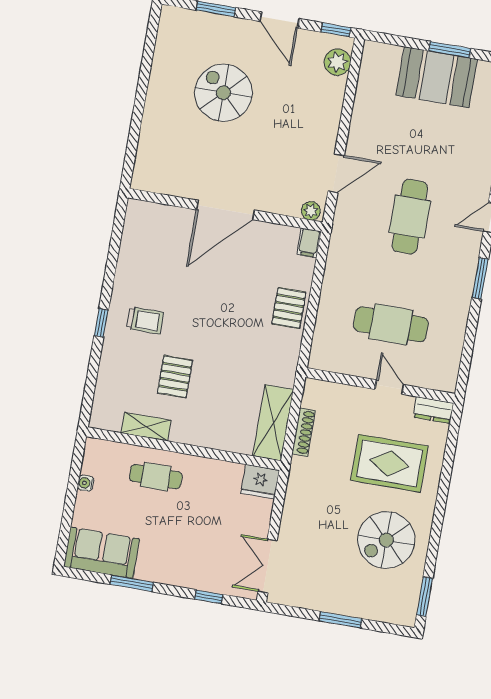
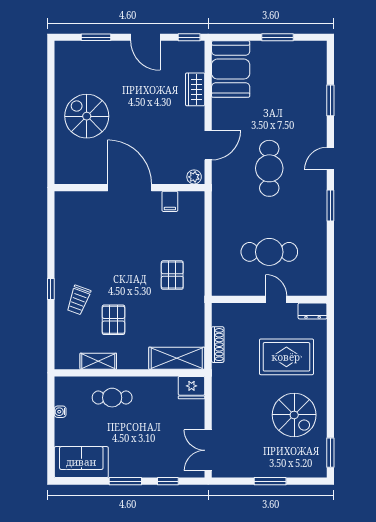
plant: (337, 62) -> (195, 61), removed
booth: (437, 77) -> (231, 69), moved, turned 90
spiral stairs: (223, 93) -> (87, 116), moved
wardrobe: (332, 98) -> (195, 89), added
door: (225, 210) -> (130, 188), swing flipped
filing cabinet: (309, 243) -> (170, 201), moved
pallet: (289, 308) -> (172, 275), moved
trolley: (145, 320) -> (78, 300), moved, turned 110
shelving: (273, 423) -> (177, 358), moved, turned 90
spiral stairs: (386, 540) -> (294, 415), turned -90
window: (132, 583) -> (125, 481), moved

